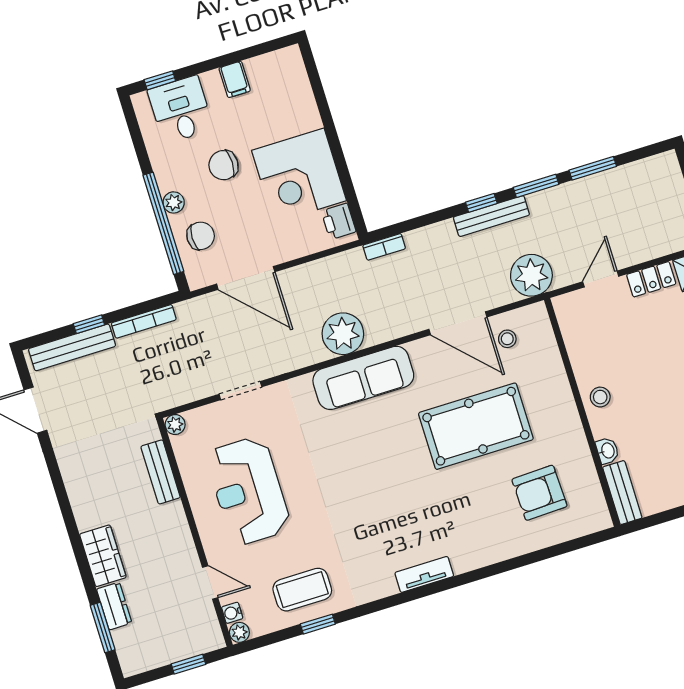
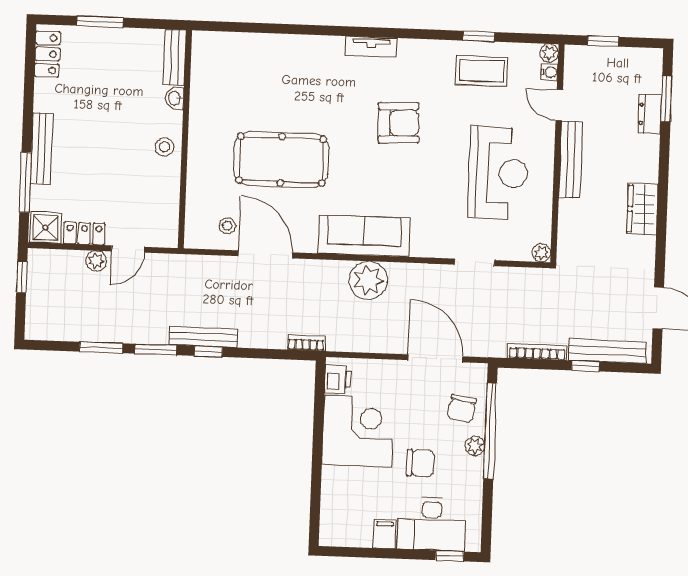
desk: (181, 110) -> (431, 524), width x1.37
chair: (201, 236) -> (462, 409), turned -80
plant: (531, 275) -> (96, 261), moved, width x0.53, depth x0.53
bench: (161, 472) -> (571, 160), moved, width x1.36
armchair: (539, 493) -> (399, 123), moved
wardrobe: (103, 556) -> (642, 209), moved

